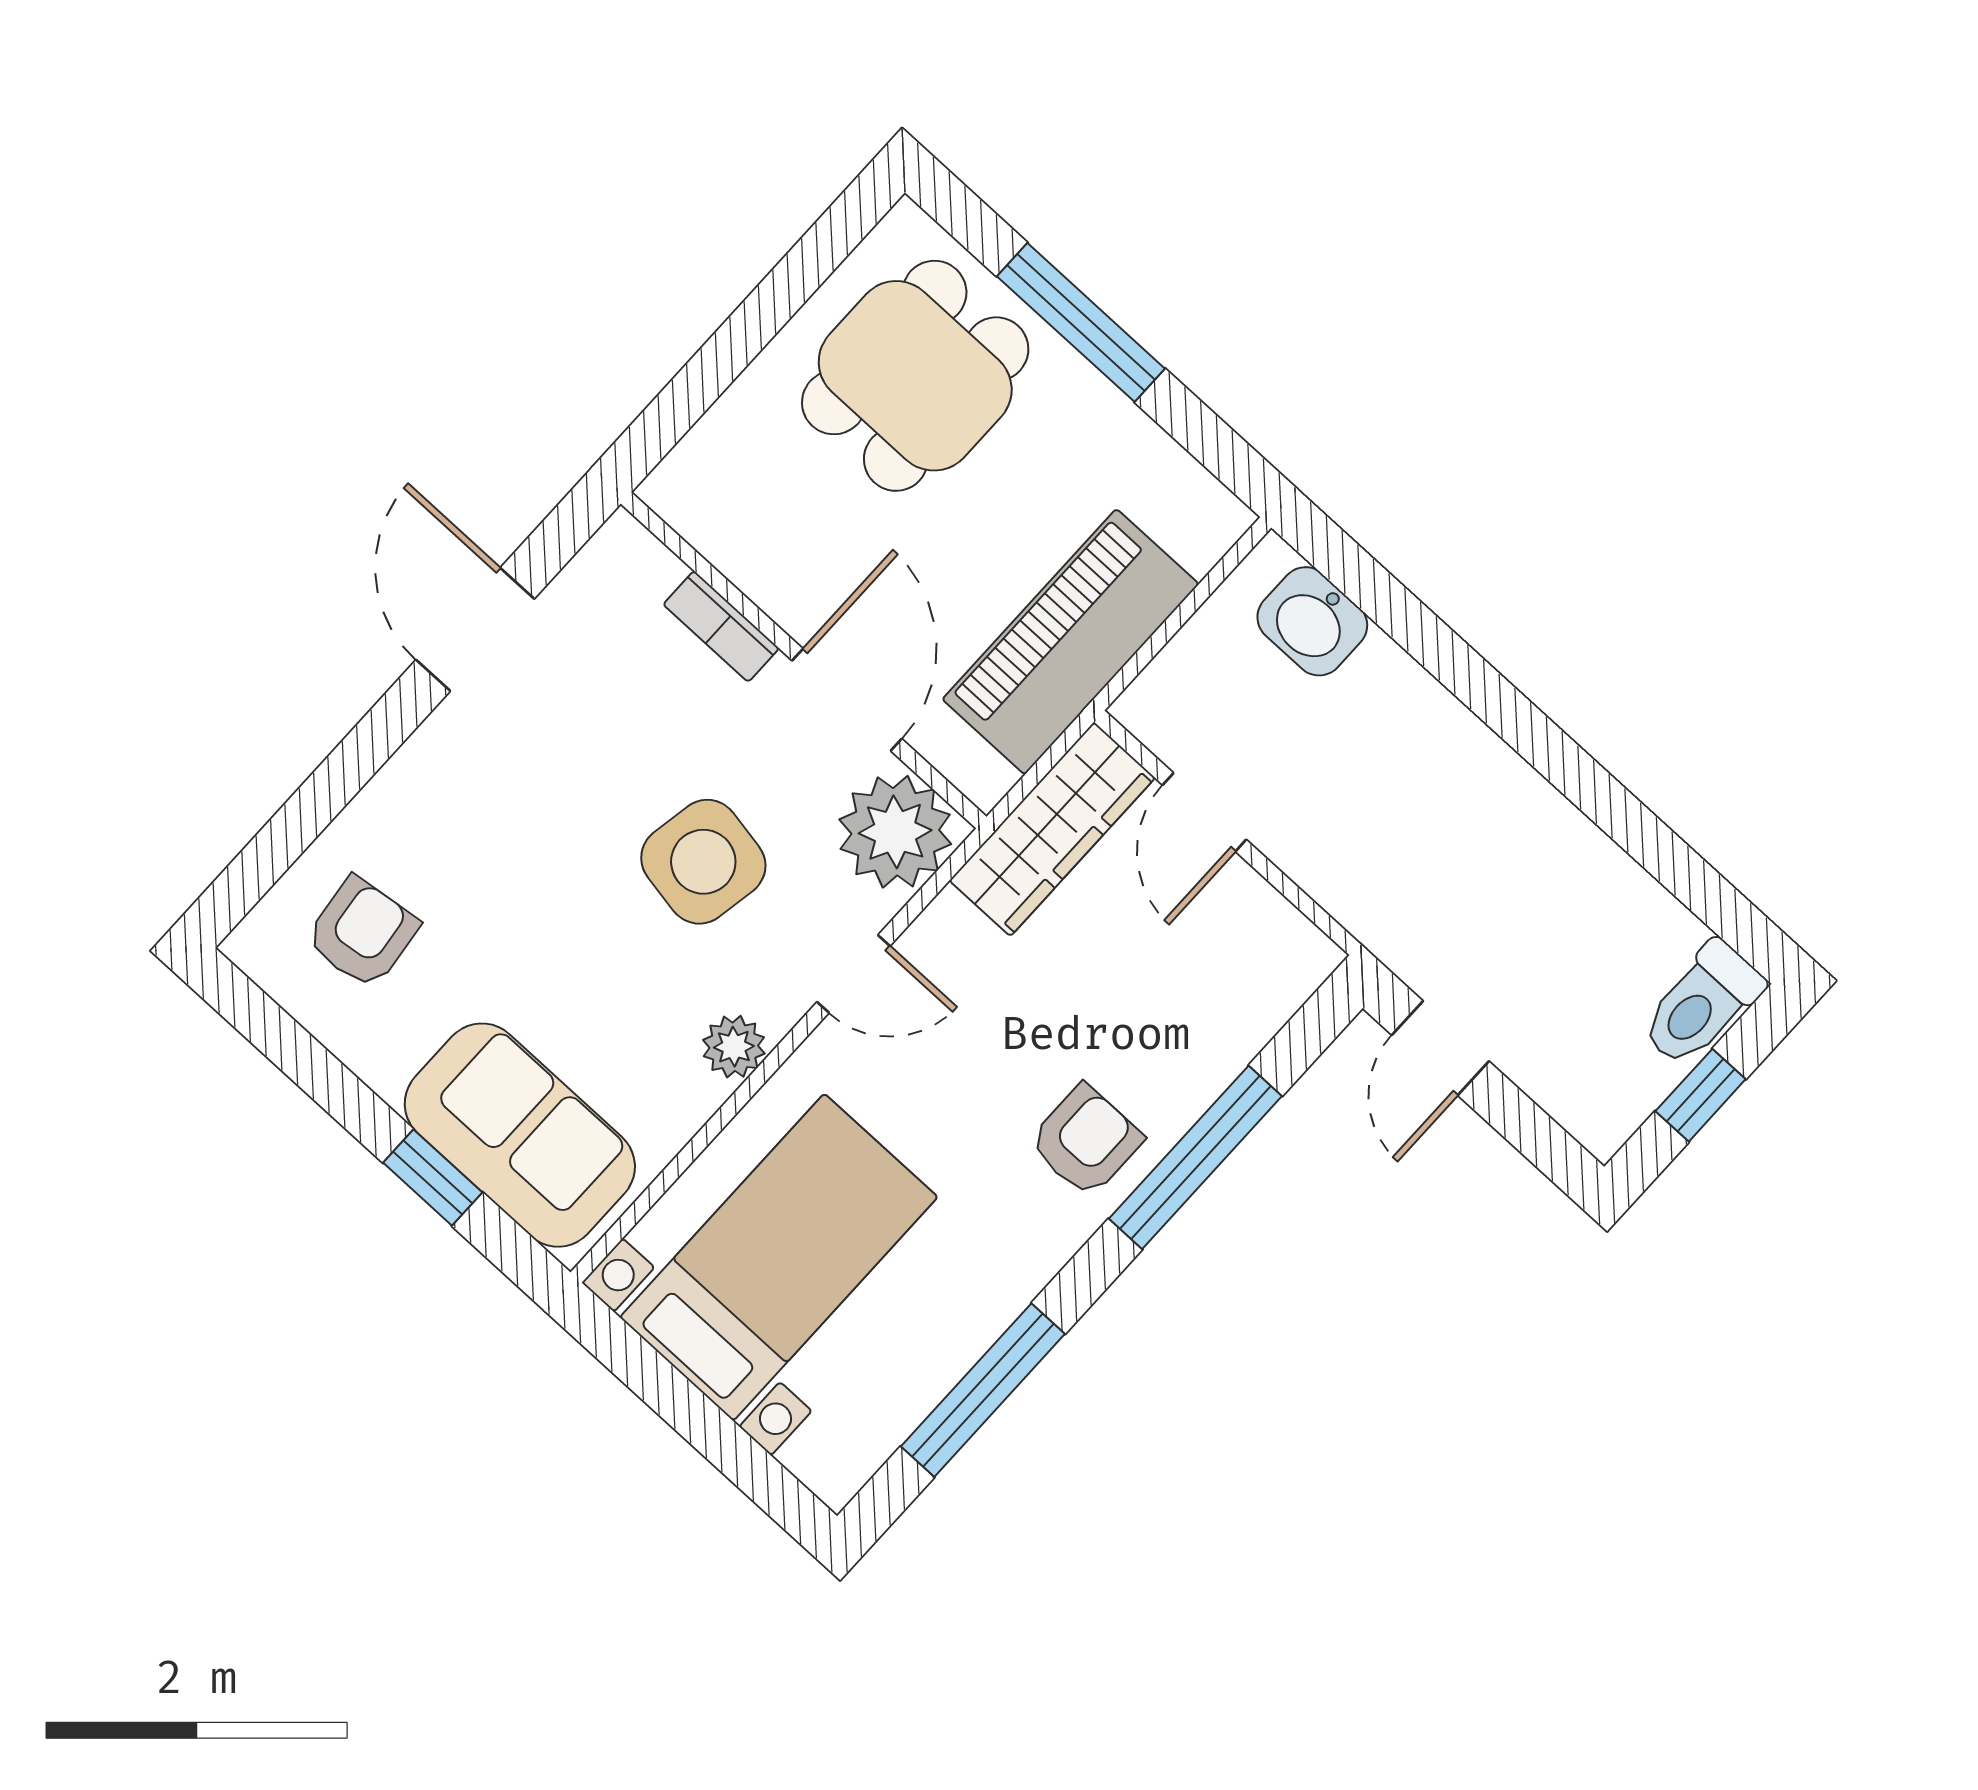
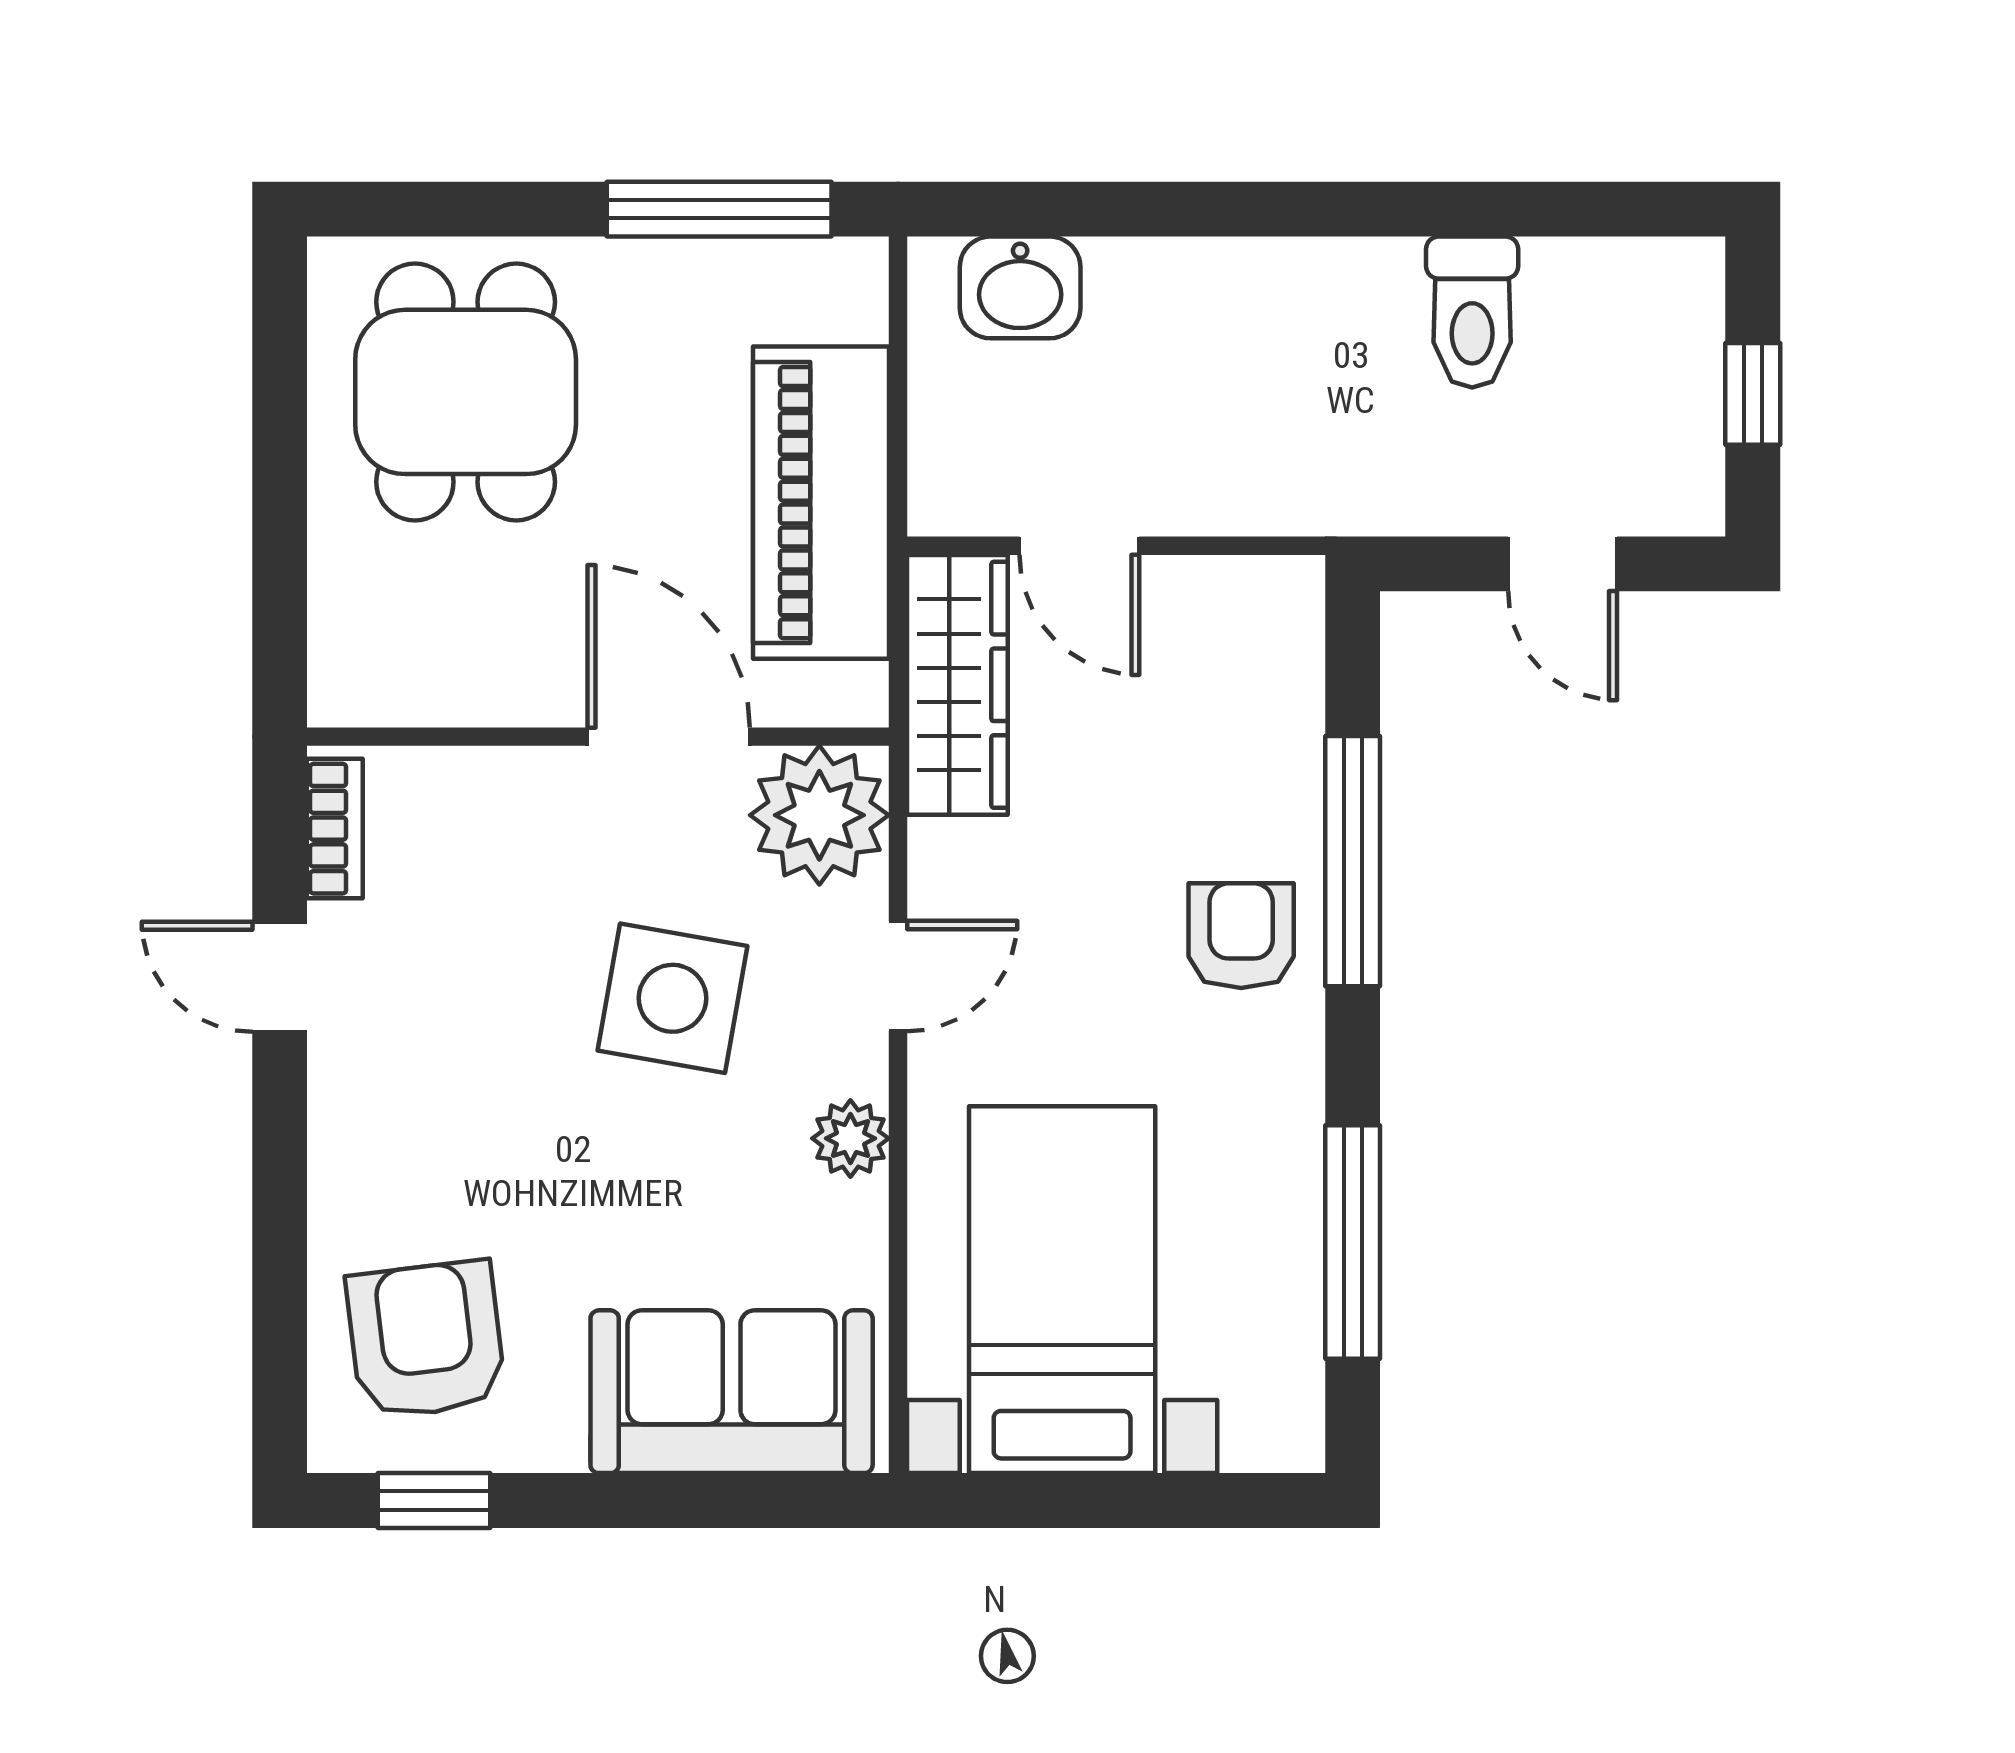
window: (1081, 322) -> (719, 209), moved
bookcase: (721, 626) -> (335, 829), moved, turned -90
door: (475, 629) -> (280, 977), width x0.73
armchair: (362, 933) -> (426, 1340), width x1.38, depth x1.38
toilet: (1701, 1004) -> (1472, 312), moved
door: (1440, 1048) -> (1563, 564), moved
window: (433, 1177) -> (434, 1501), moved

